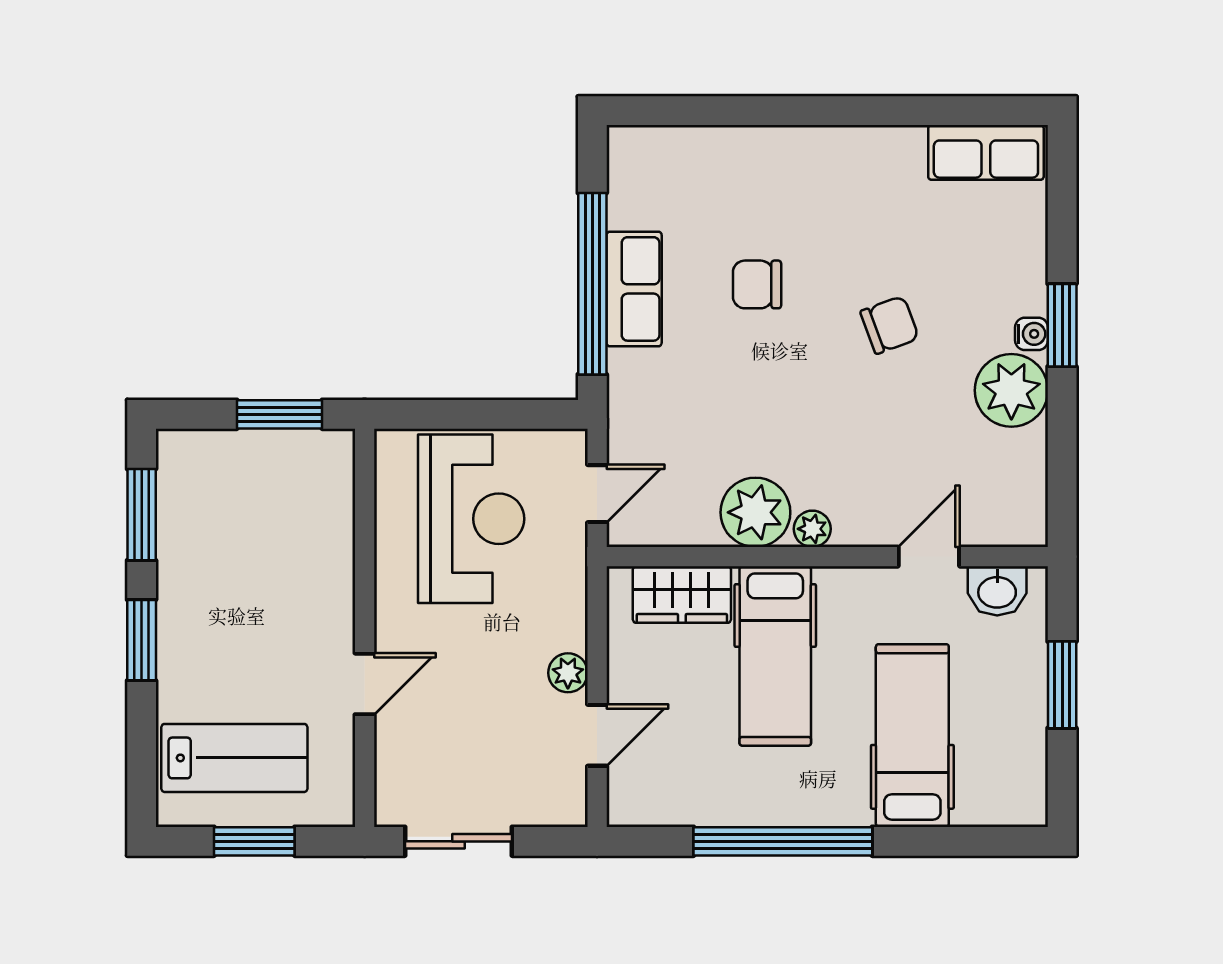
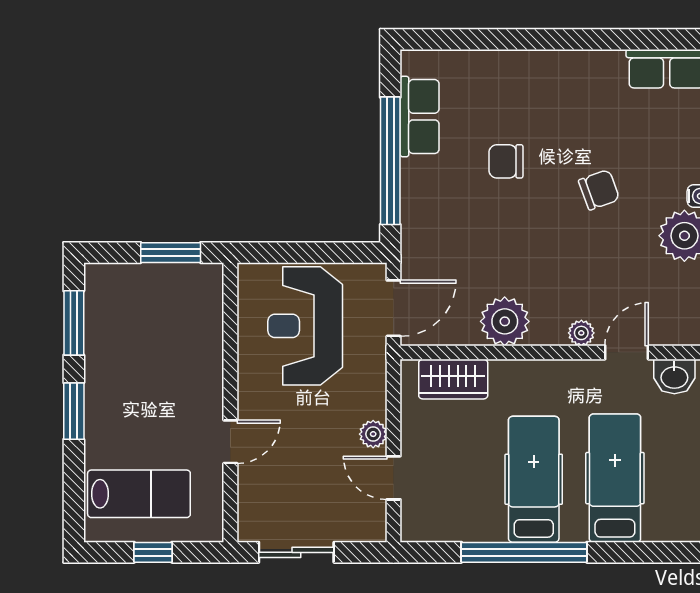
row of seats: (634, 289) -> (420, 117), moved
door: (597, 494) -> (394, 308), width x1.37
reception desk: (471, 519) -> (305, 326), turned 180
plant: (812, 529) -> (581, 333), moved
hospital bed: (775, 656) -> (534, 479), moved, turned 180
door: (597, 735) -> (394, 478), swing flipped
window: (254, 841) -> (153, 552), width x0.67

